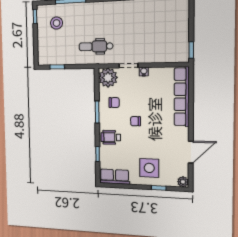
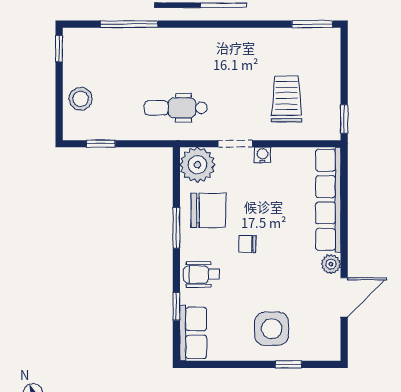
stool: (57, 23) -> (81, 99), moved
trolley: (157, 39) -> (286, 99), added
chair: (114, 103) -> (208, 210), width x1.87, depth x1.87
row of seats: (114, 177) -> (193, 333), moved, turned 90
plant: (183, 182) -> (331, 264), moved

